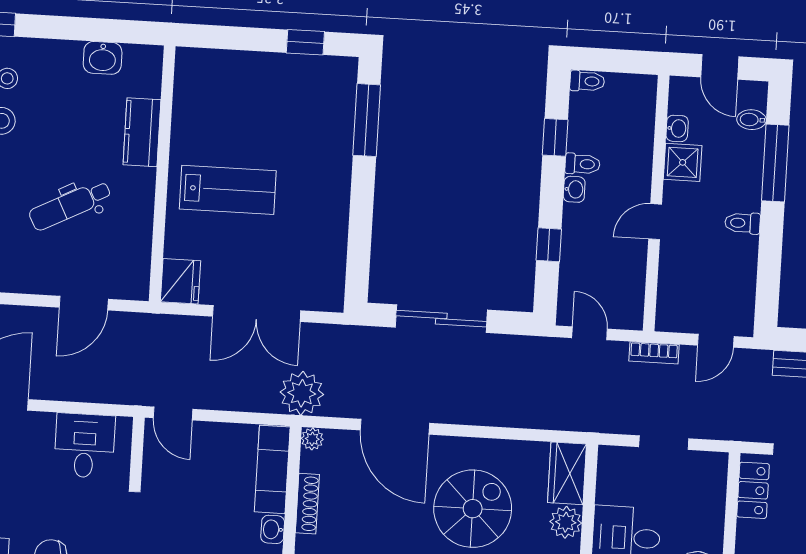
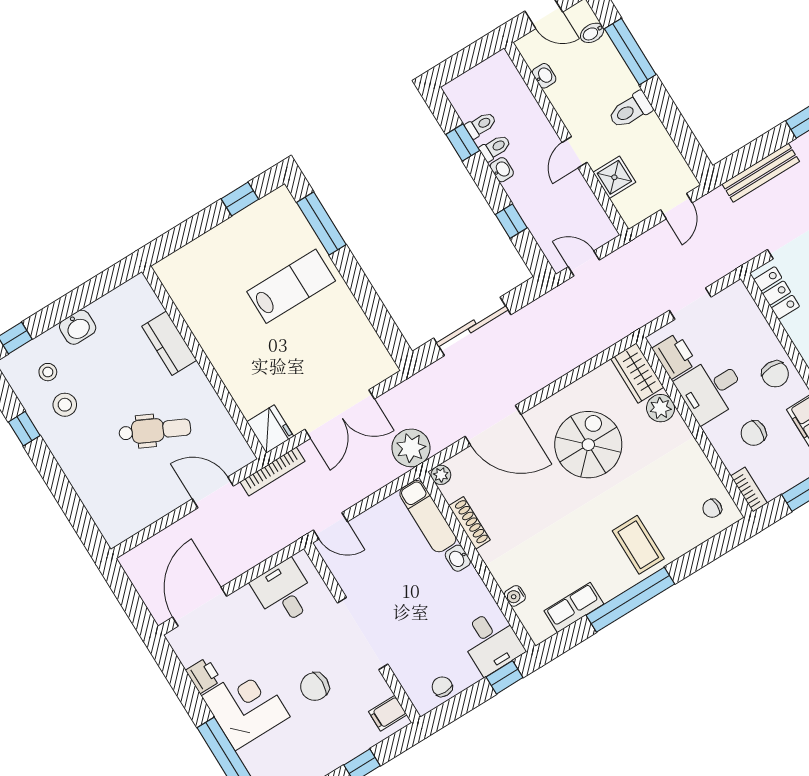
washbasin: (103, 58) -> (78, 327), moved
toilet: (587, 81) -> (481, 125), moved
shower: (683, 162) -> (614, 177), moved
lab bench: (228, 190) -> (291, 286), moved
dental chair: (70, 205) -> (155, 430), turned -127
toilet: (743, 223) -> (630, 110), width x1.37, depth x1.39
door: (84, 303) -> (213, 492), swing flipped
bookcase: (654, 353) -> (273, 471), moved, width x1.56
printer: (614, 482) -> (674, 356), added

